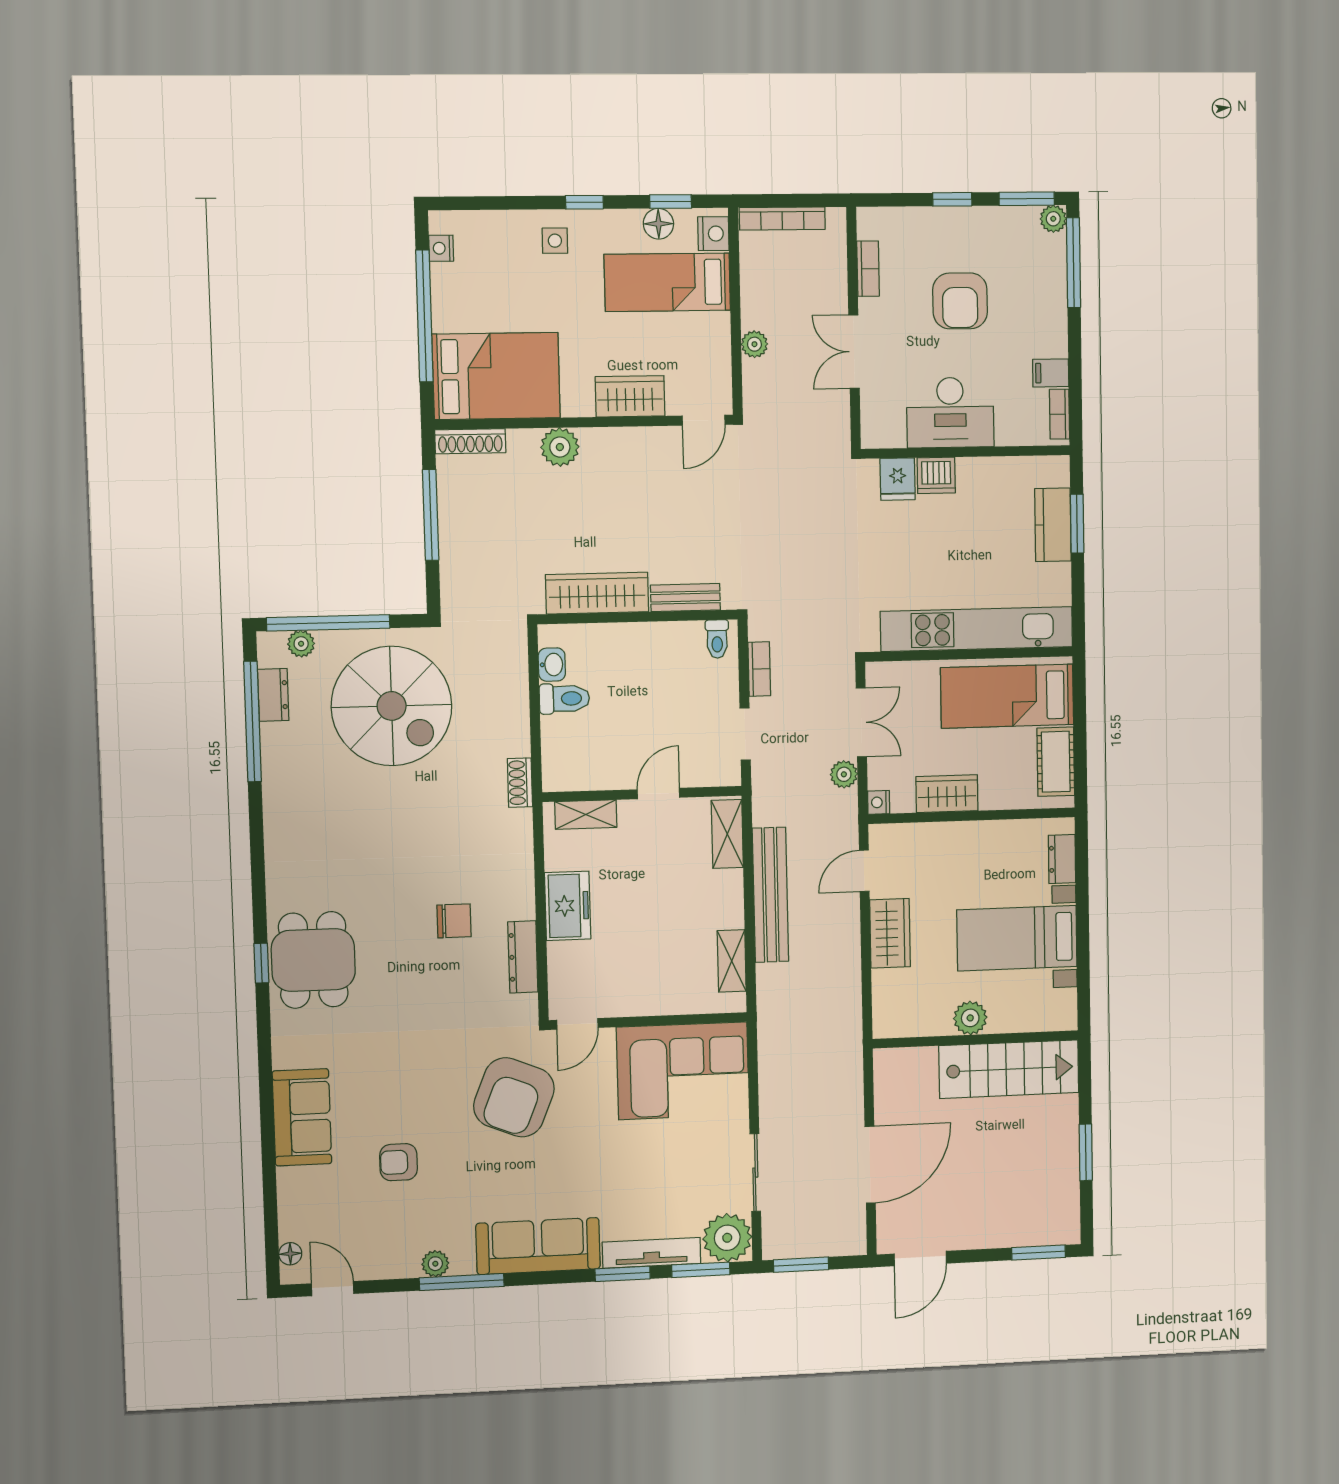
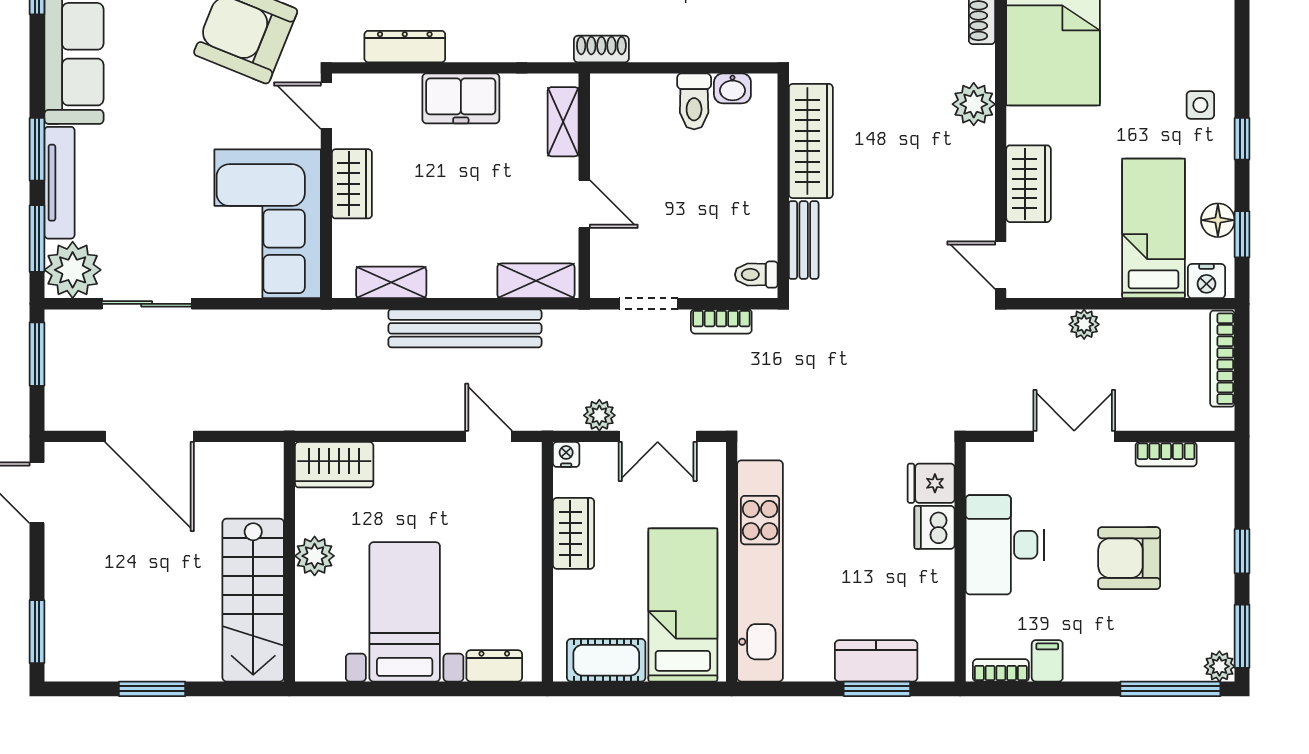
wardrobe: (890, 933) -> (334, 465), moved
wardrobe: (646, 999) -> (352, 184), added

